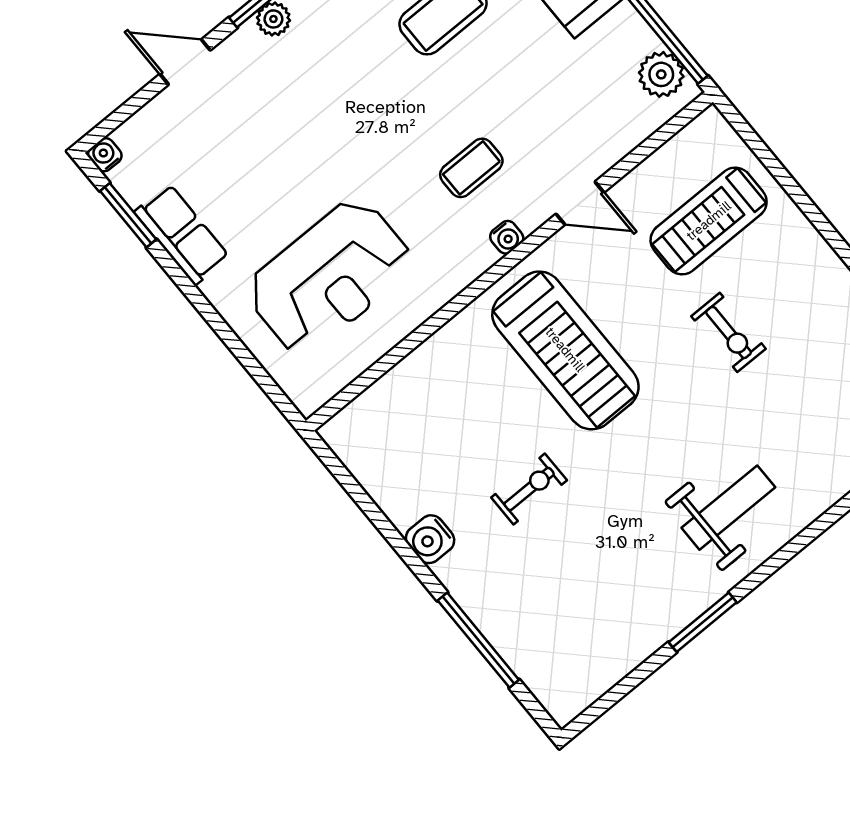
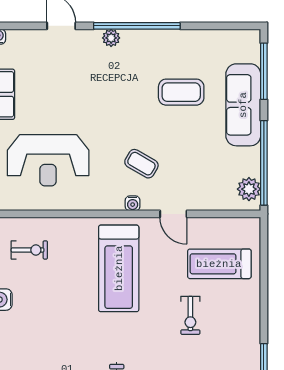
coffee table: (471, 168) -> (141, 164), turned 30
exercise bike: (529, 489) -> (29, 250), moved

